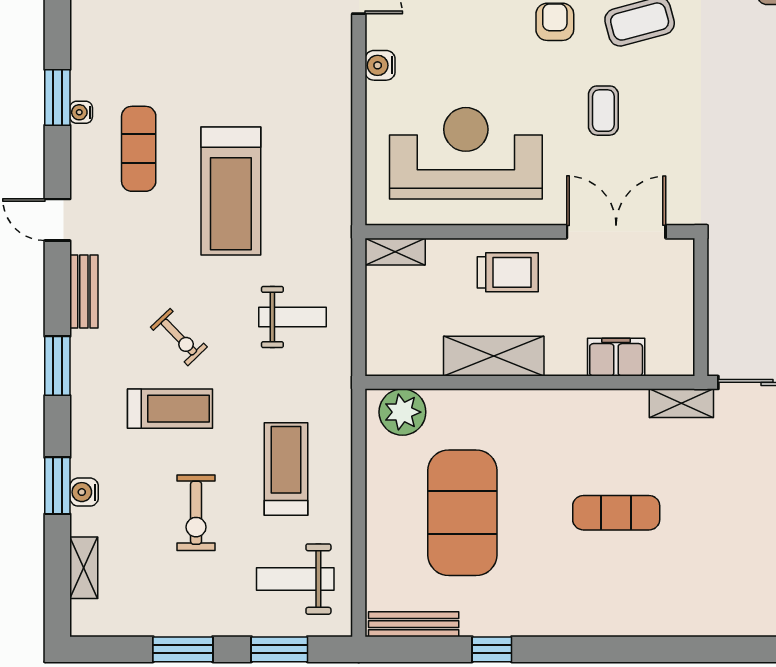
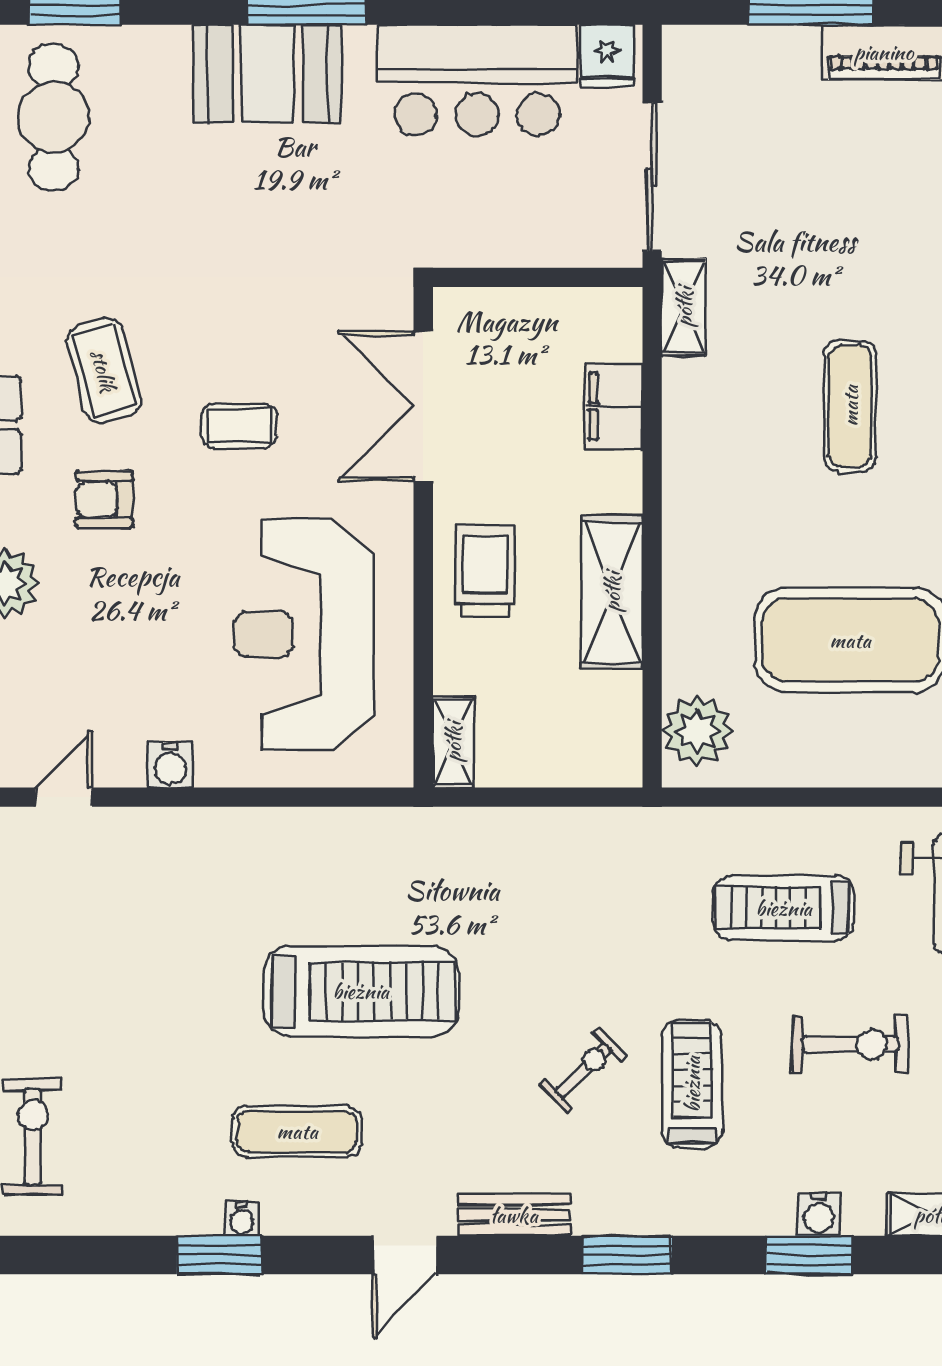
weight bench: (293, 317) -> (553, 898), removed

